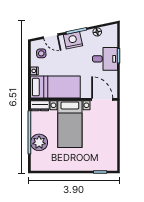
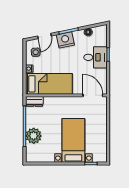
door: (51, 36) -> (44, 36), hinge flipped
bed with nightstands: (70, 124) -> (73, 140), moved, turned 180

